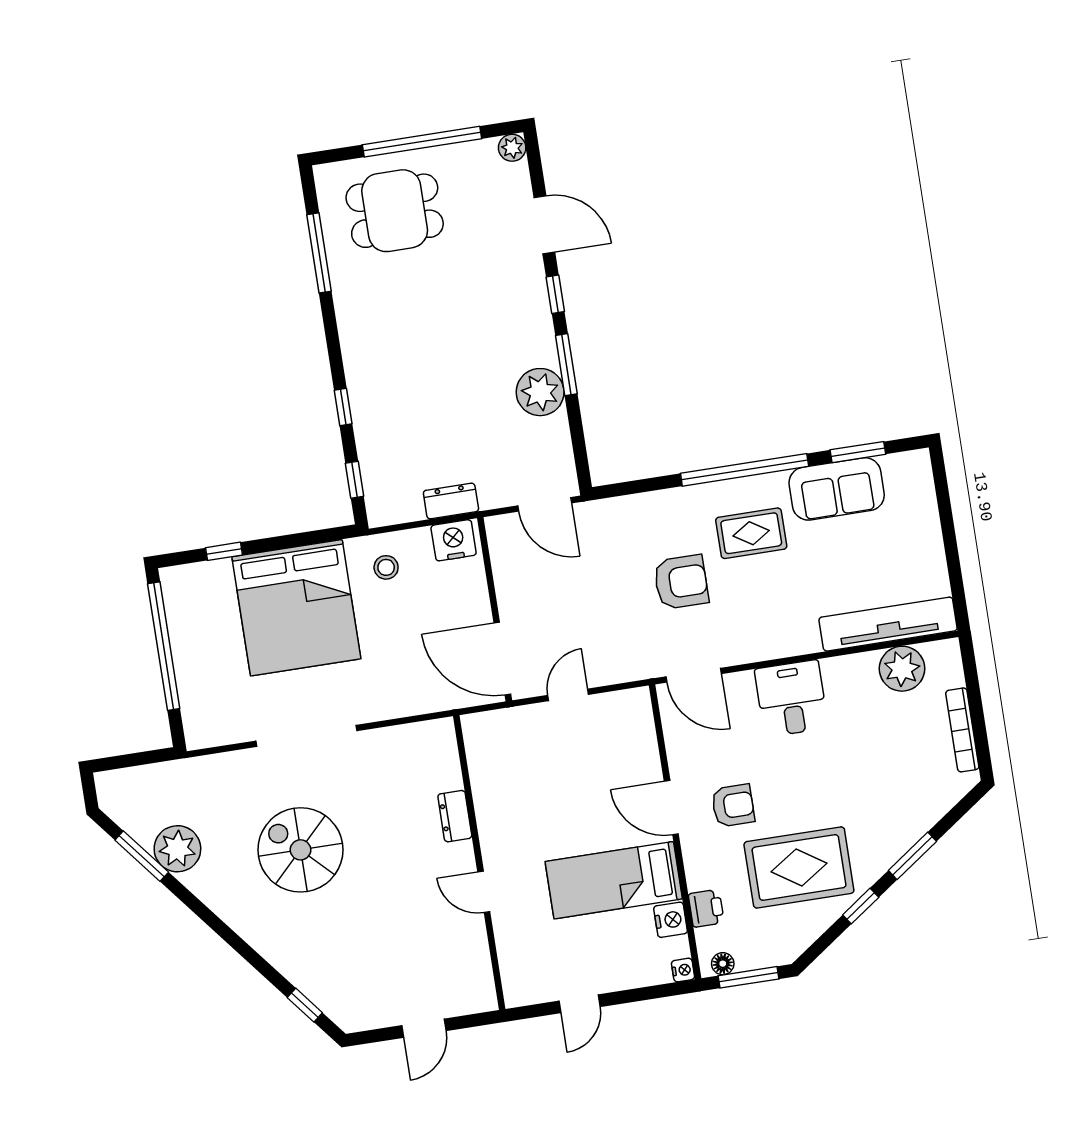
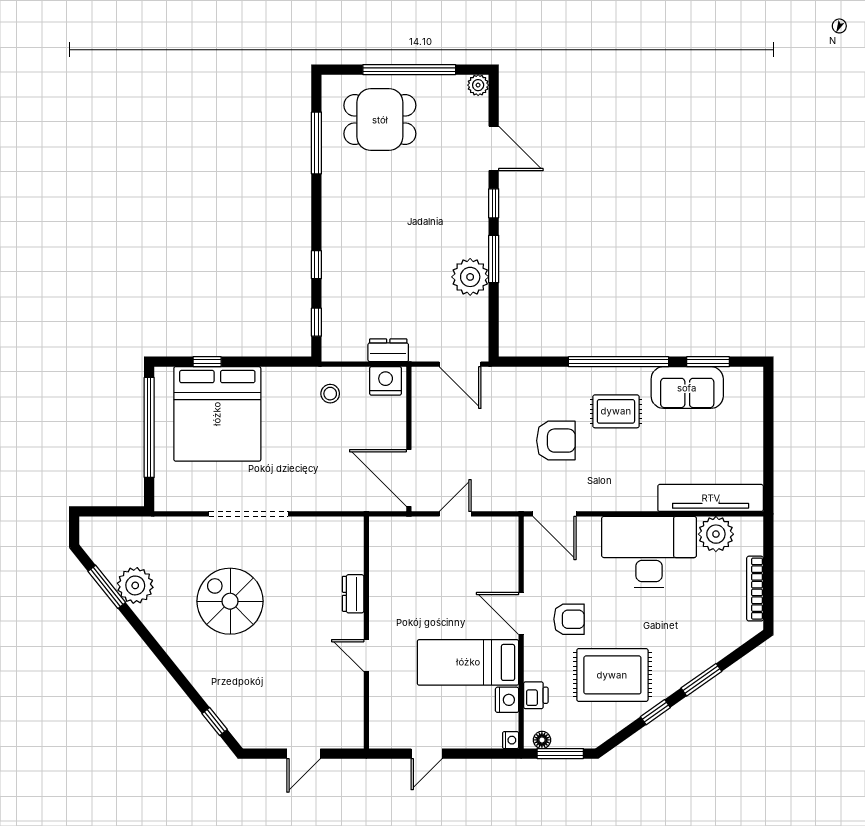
bed: (296, 608) -> (217, 414), moved
desk: (791, 698) -> (649, 552), width x1.87, depth x1.30

